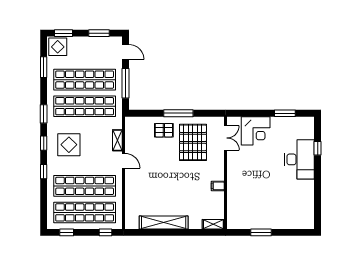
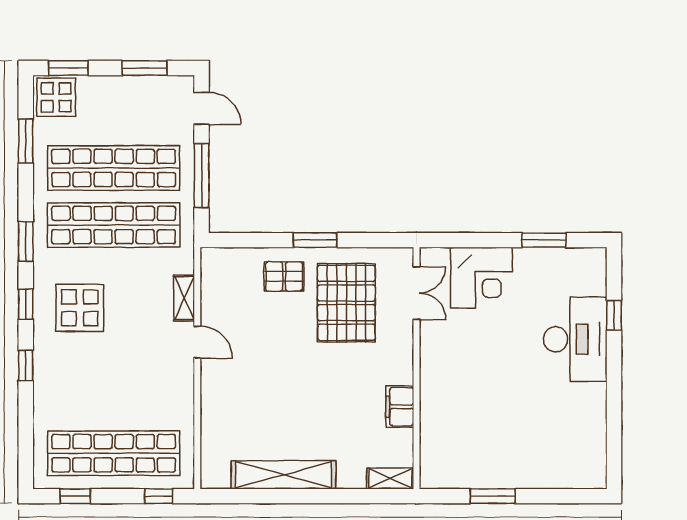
window: (178, 113) -> (315, 240), width x0.69
shop shelf: (85, 186) -> (114, 396), removed
filing cabinet: (218, 186) -> (400, 407), width x2.00

